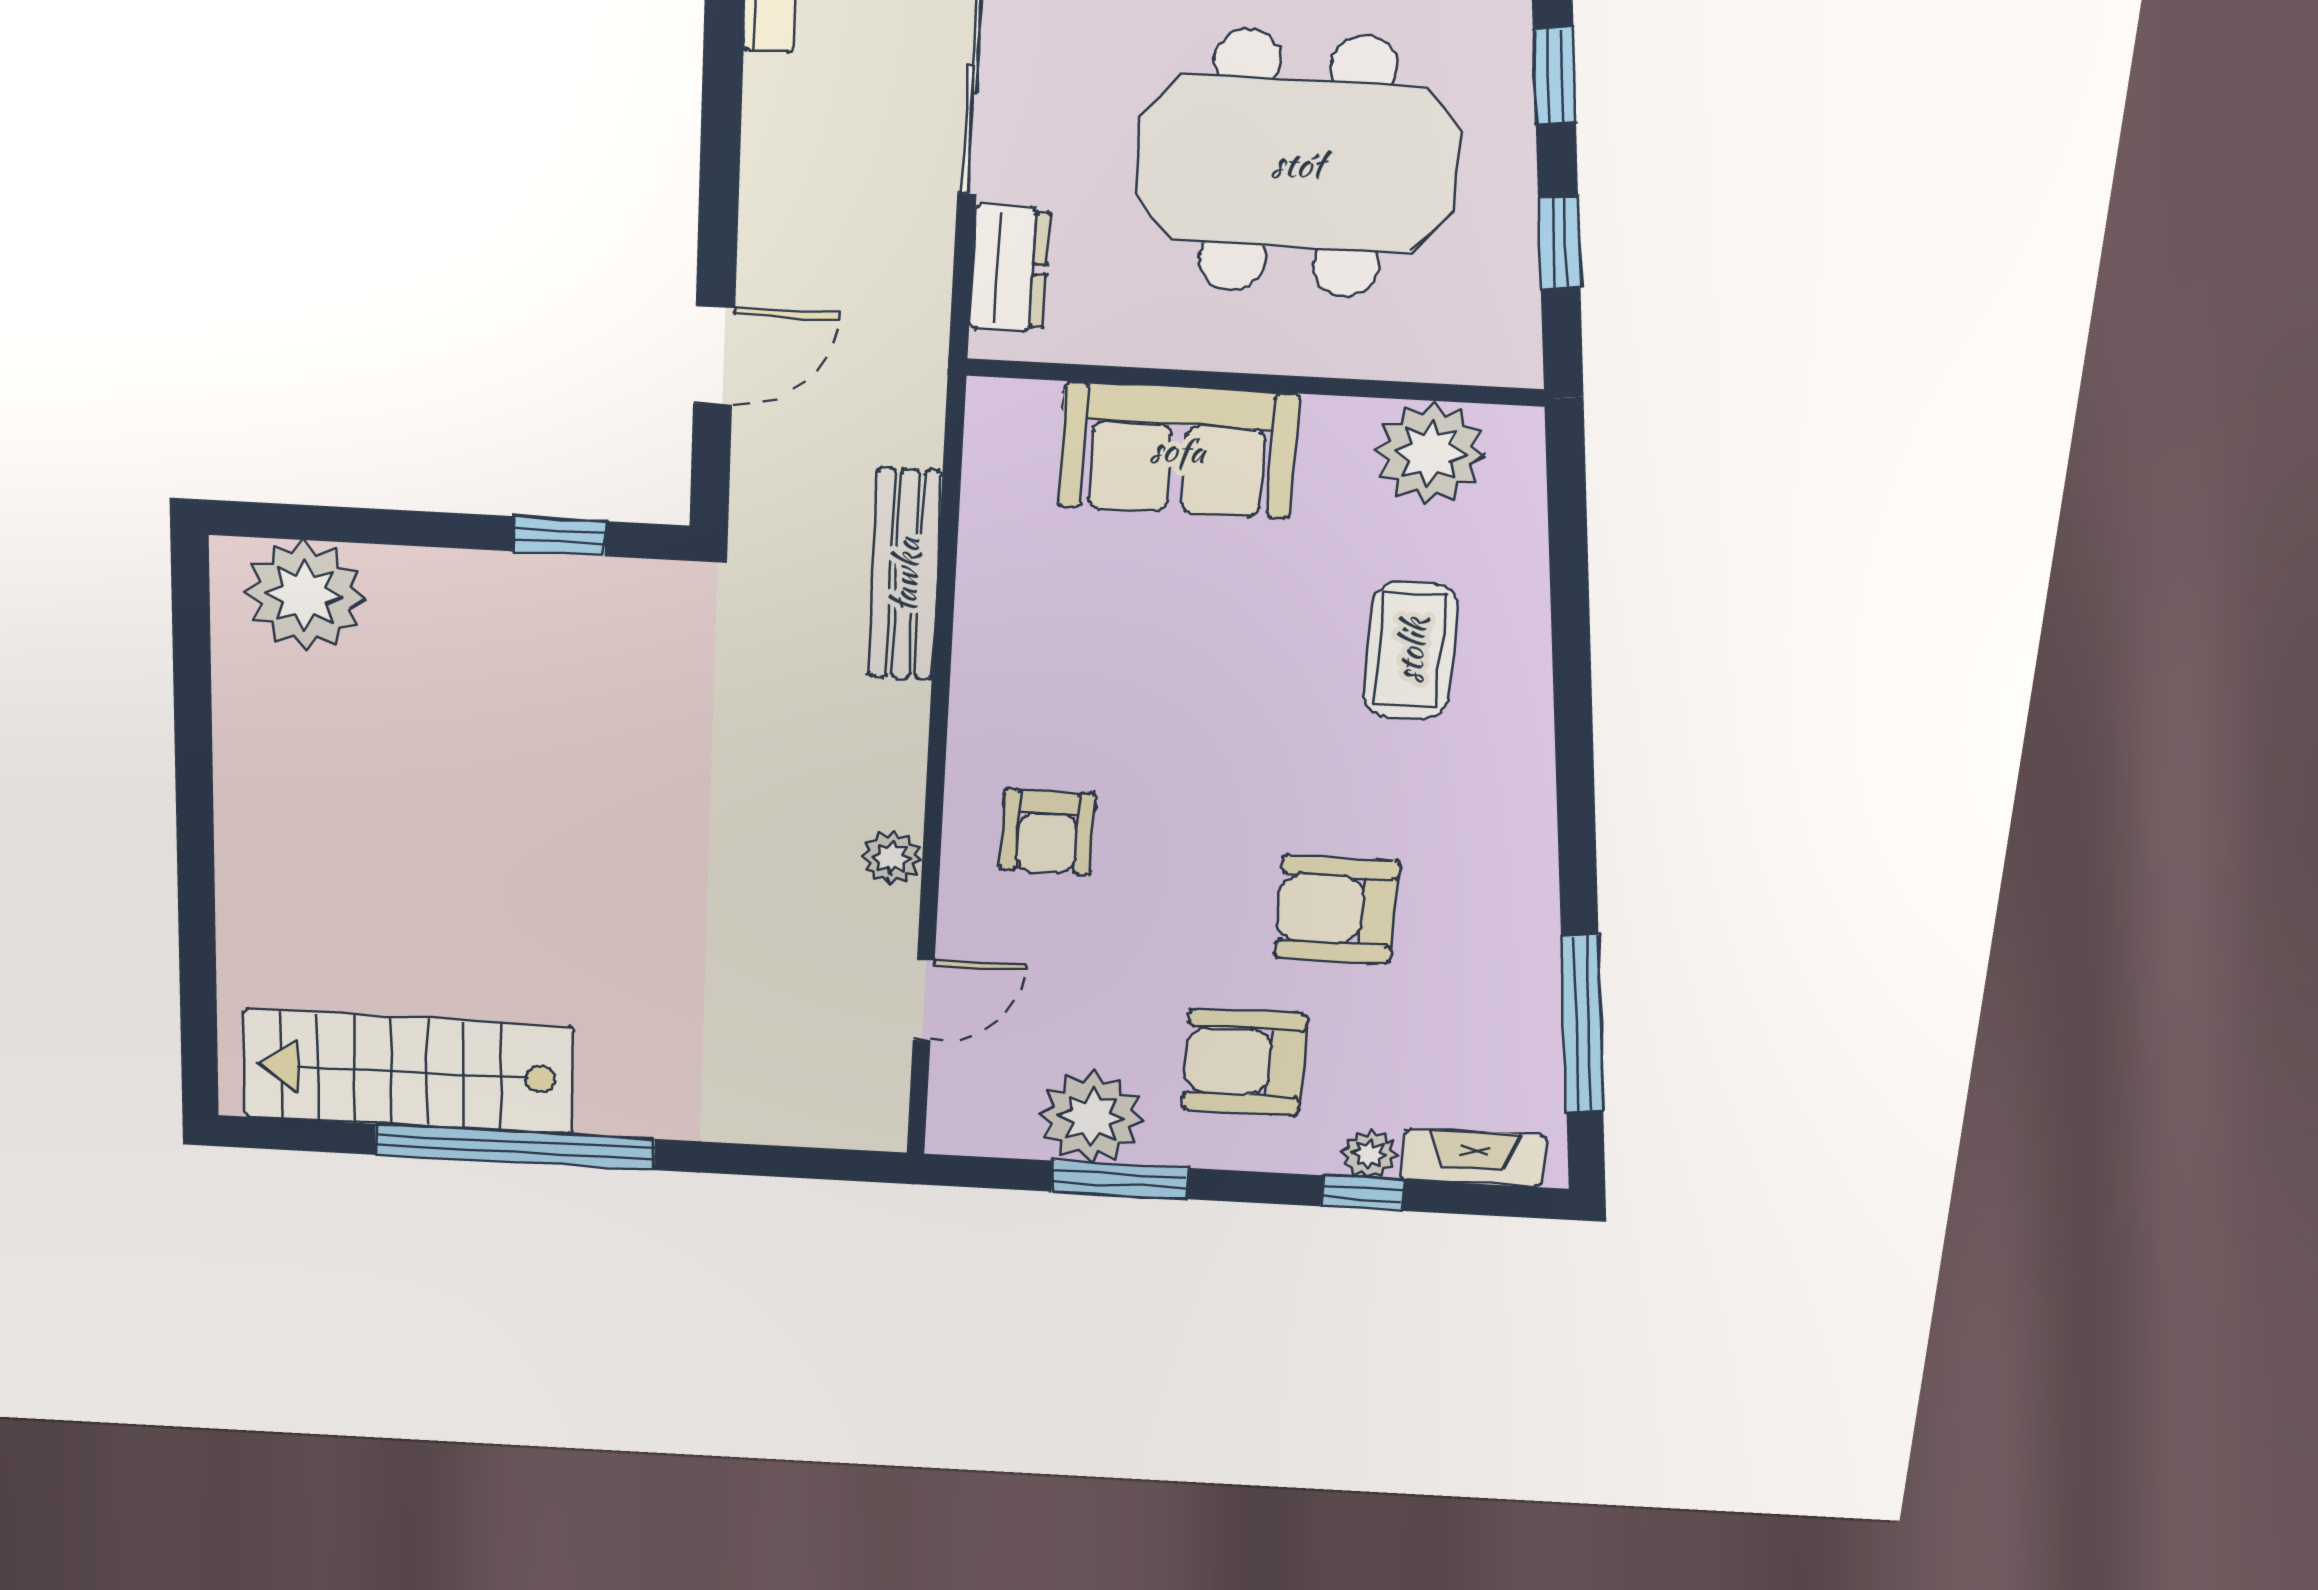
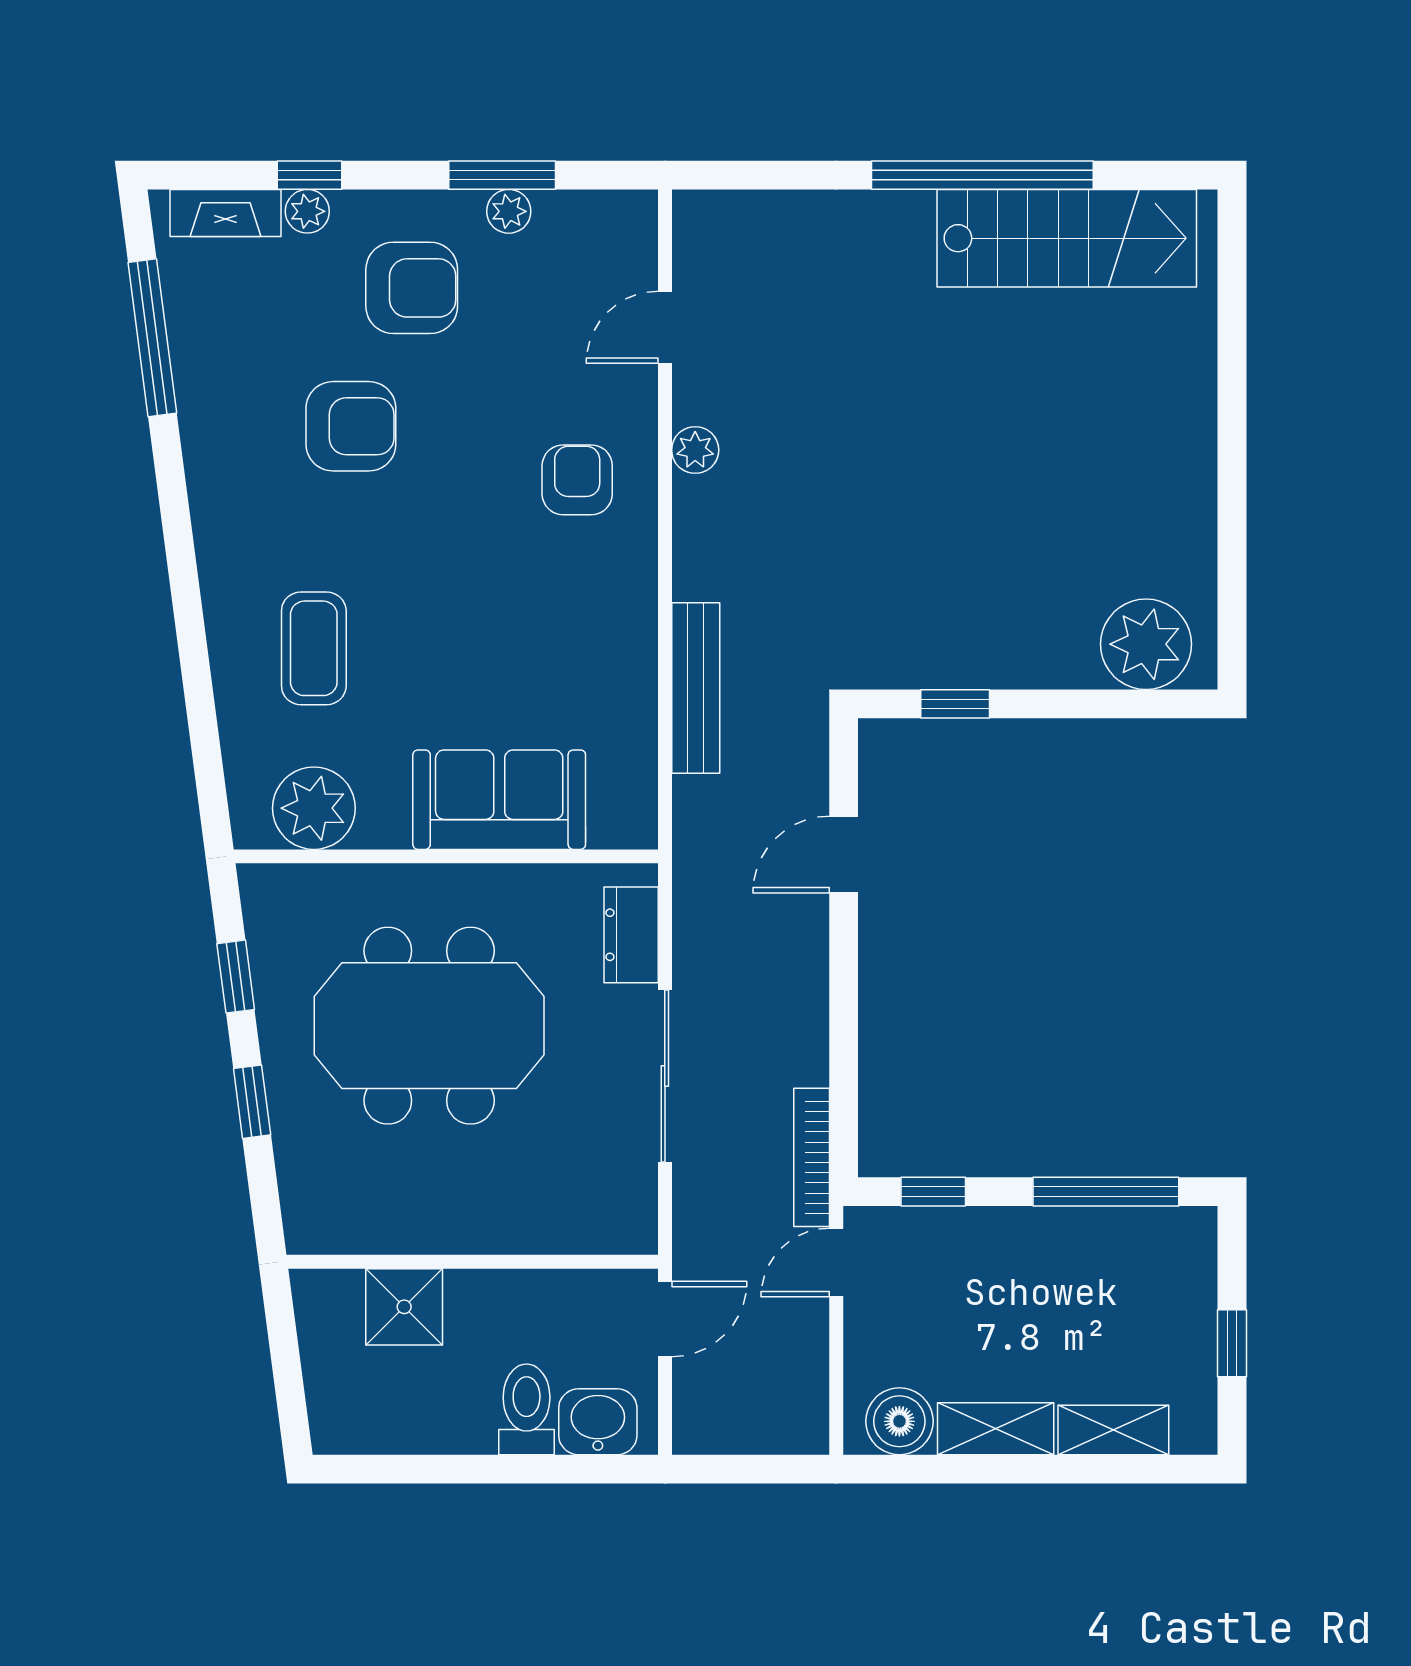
plant: (1091, 1117) -> (509, 211), width x0.53, depth x0.53

